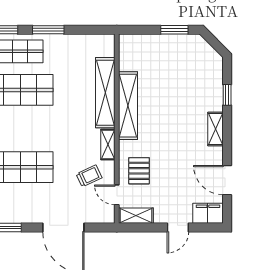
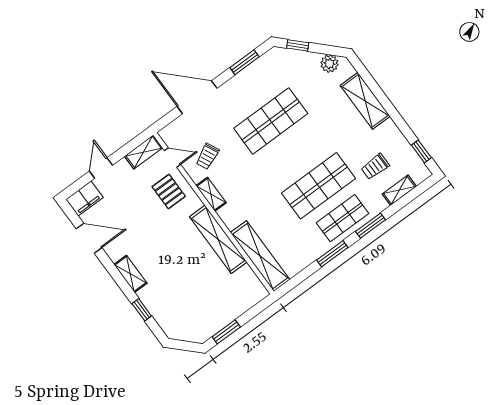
shelving: (105, 93) -> (260, 256), moved

